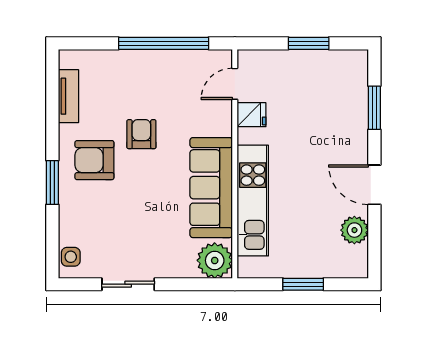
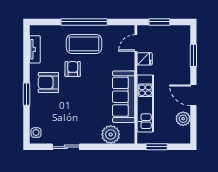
door: (235, 84) -> (136, 43), moved
coffee table: (163, 86) -> (84, 44), added
fridge: (252, 115) -> (145, 59), moved
wall: (235, 164) -> (136, 84), moved
sofa: (211, 188) -> (124, 97), moved
kitchen unit: (253, 201) -> (145, 103), moved

